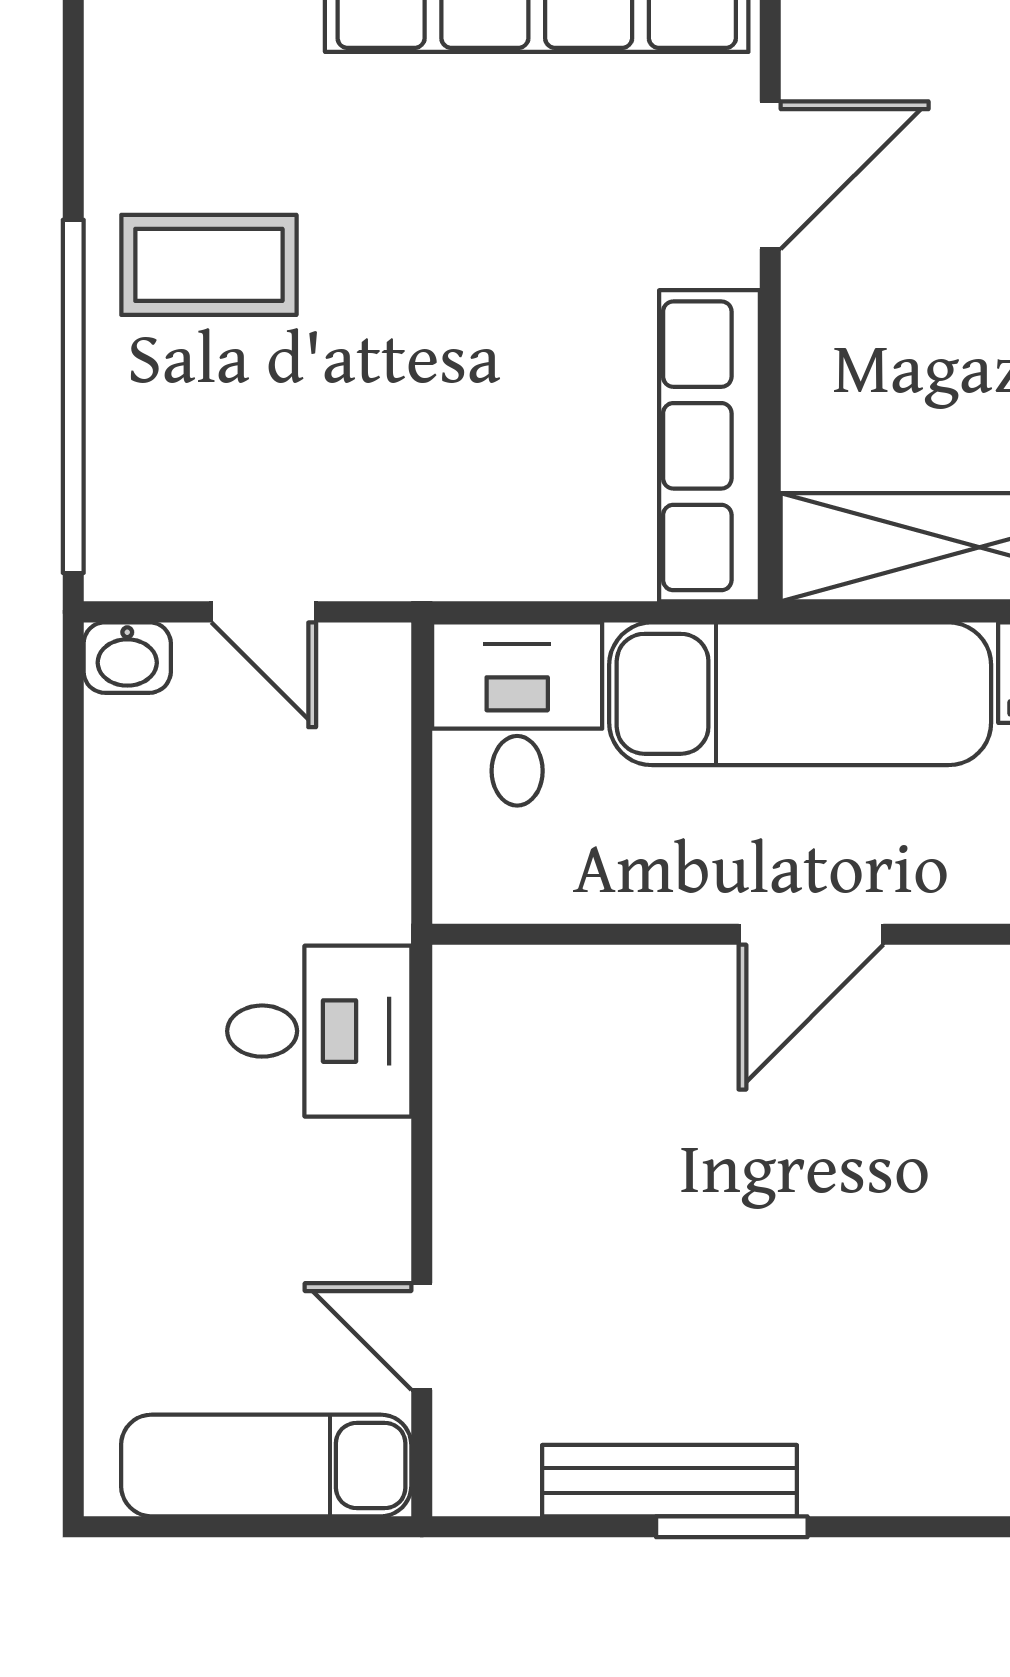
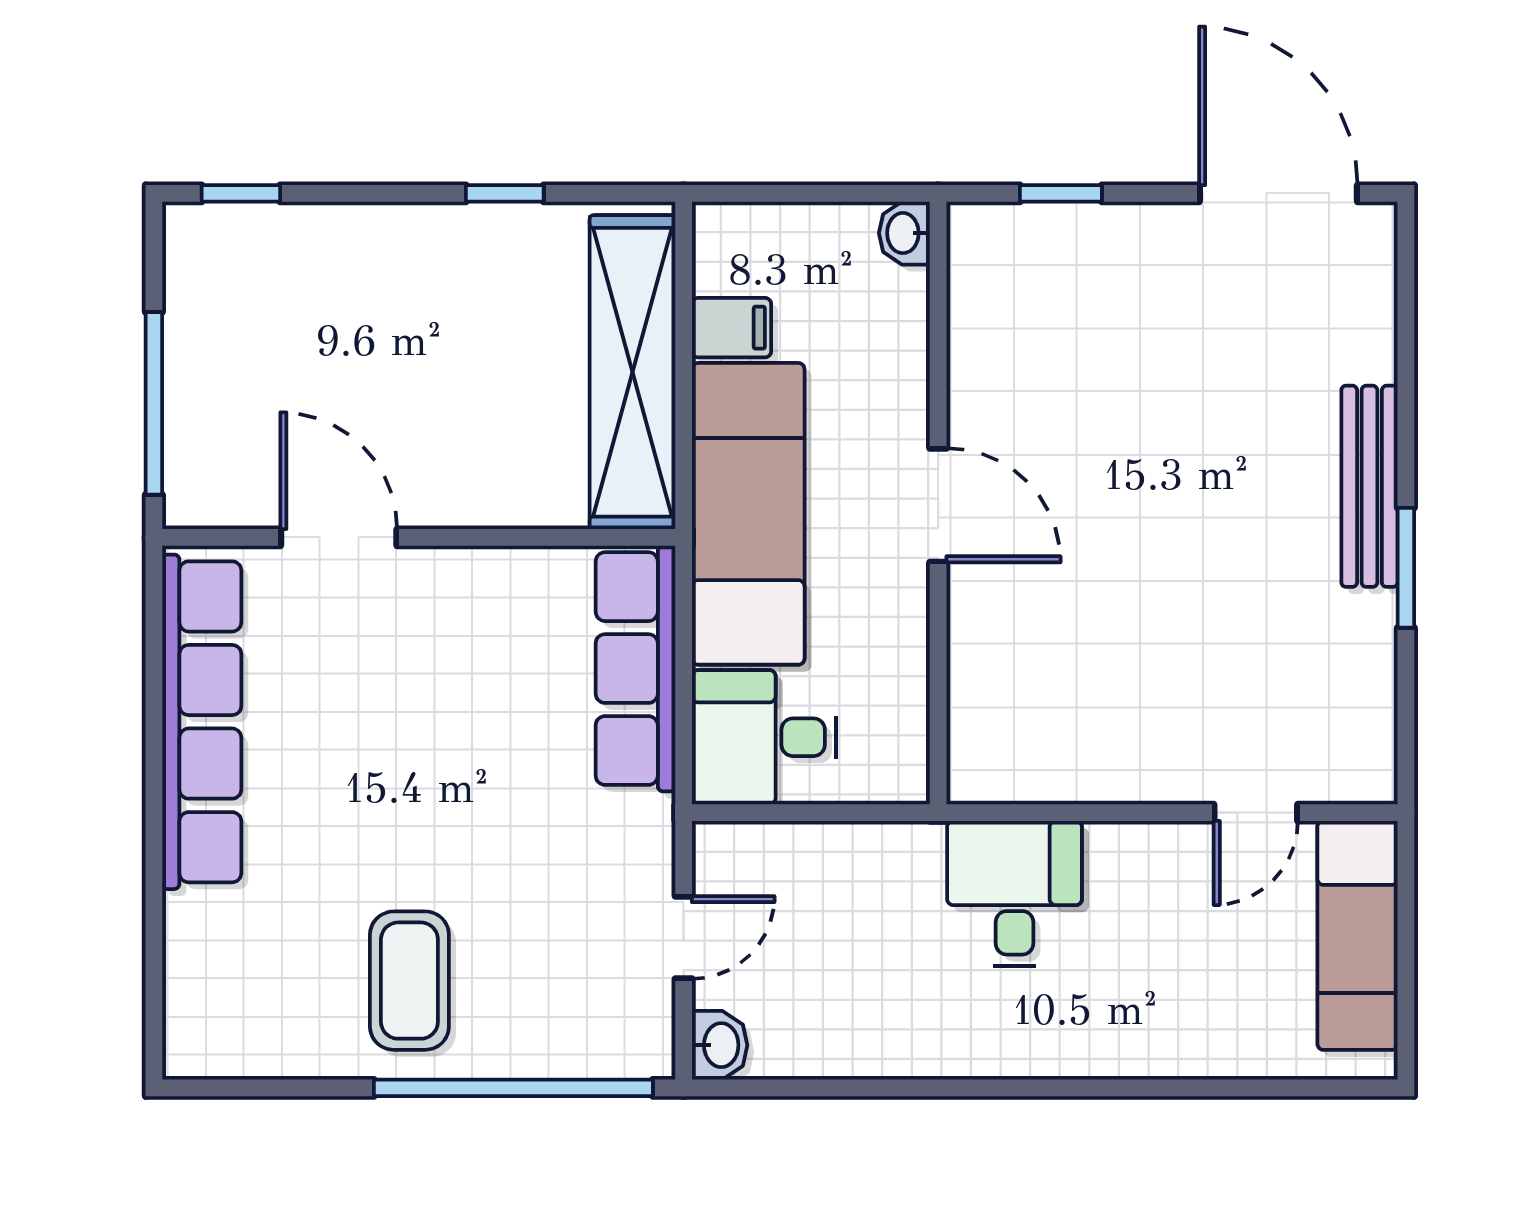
row of seats: (709, 446) -> (635, 669), moved, turned 90
bench: (669, 1481) -> (1369, 486), moved

